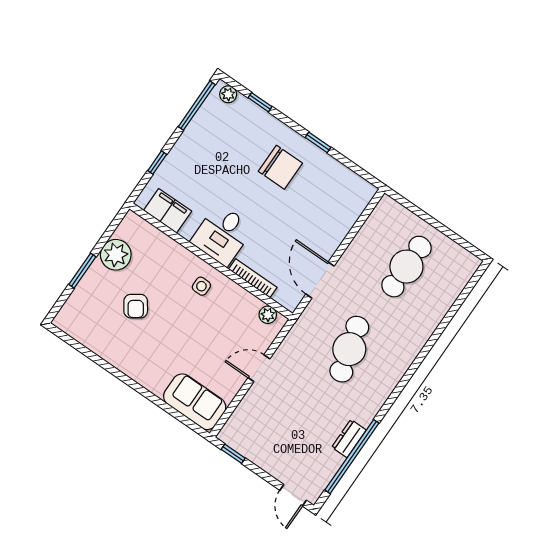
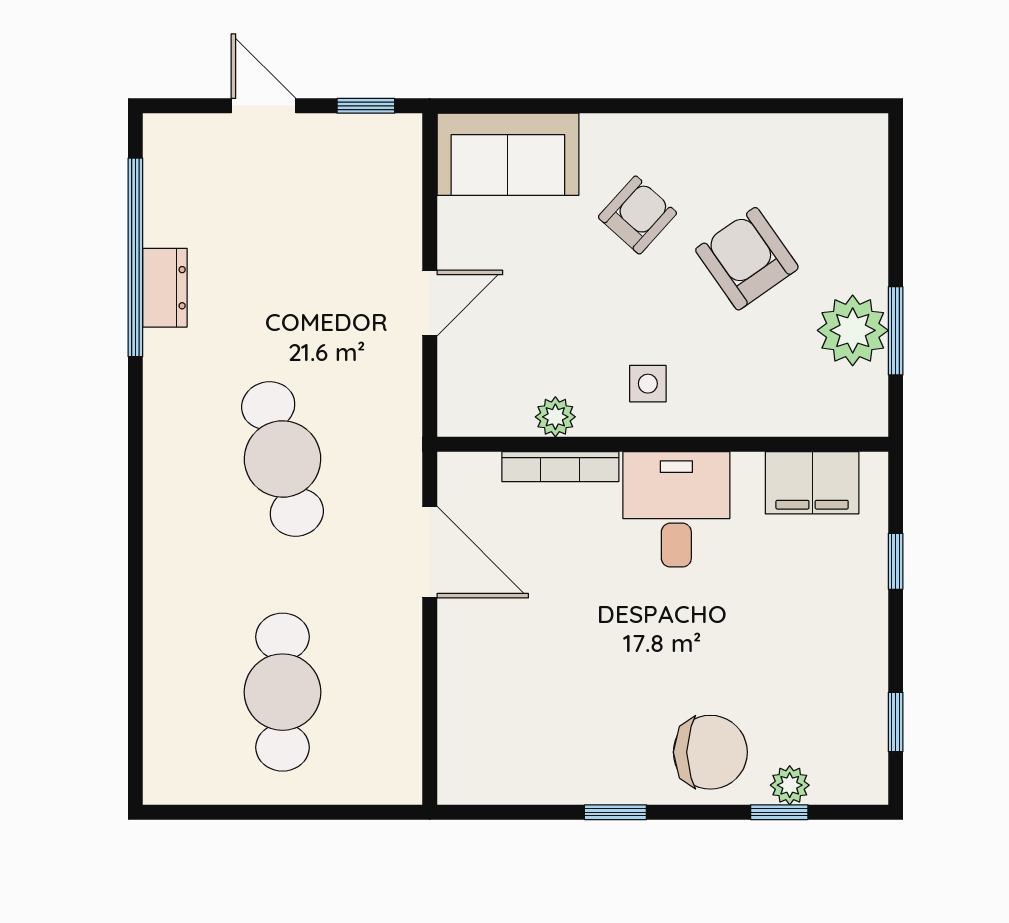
plant: (228, 94) -> (790, 785), moved
window: (197, 106) -> (896, 722), width x0.46
chair: (280, 167) -> (710, 752), moved, turned 180
window: (82, 271) -> (896, 331), moved
armchair: (136, 306) -> (747, 259), width x1.38, depth x1.38
plant: (268, 315) -> (555, 417), moved
armchair: (164, 348) -> (637, 215), added
door: (293, 495) -> (264, 106), moved

